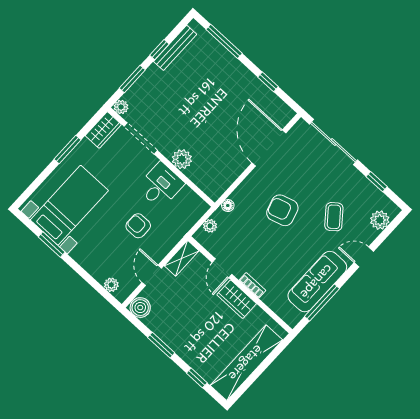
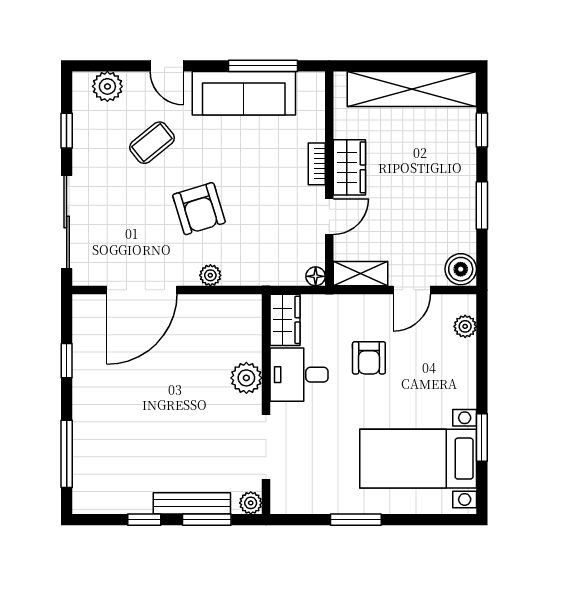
bench: (175, 48) -> (192, 503), moved
wardrobe: (103, 130) -> (285, 320), moved, turned 90
floor lamp: (228, 206) -> (316, 276), moved
plant: (210, 226) -> (210, 275), moved

